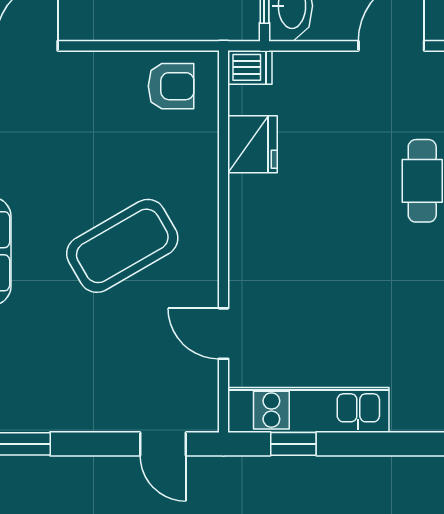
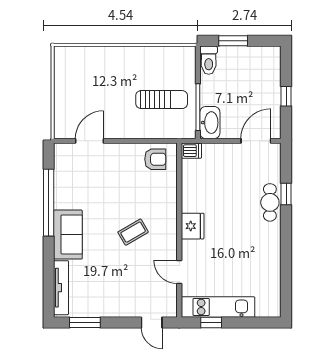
fridge: (253, 144) -> (193, 226), moved
coffee table: (122, 246) -> (133, 232), width x0.54, depth x0.58

